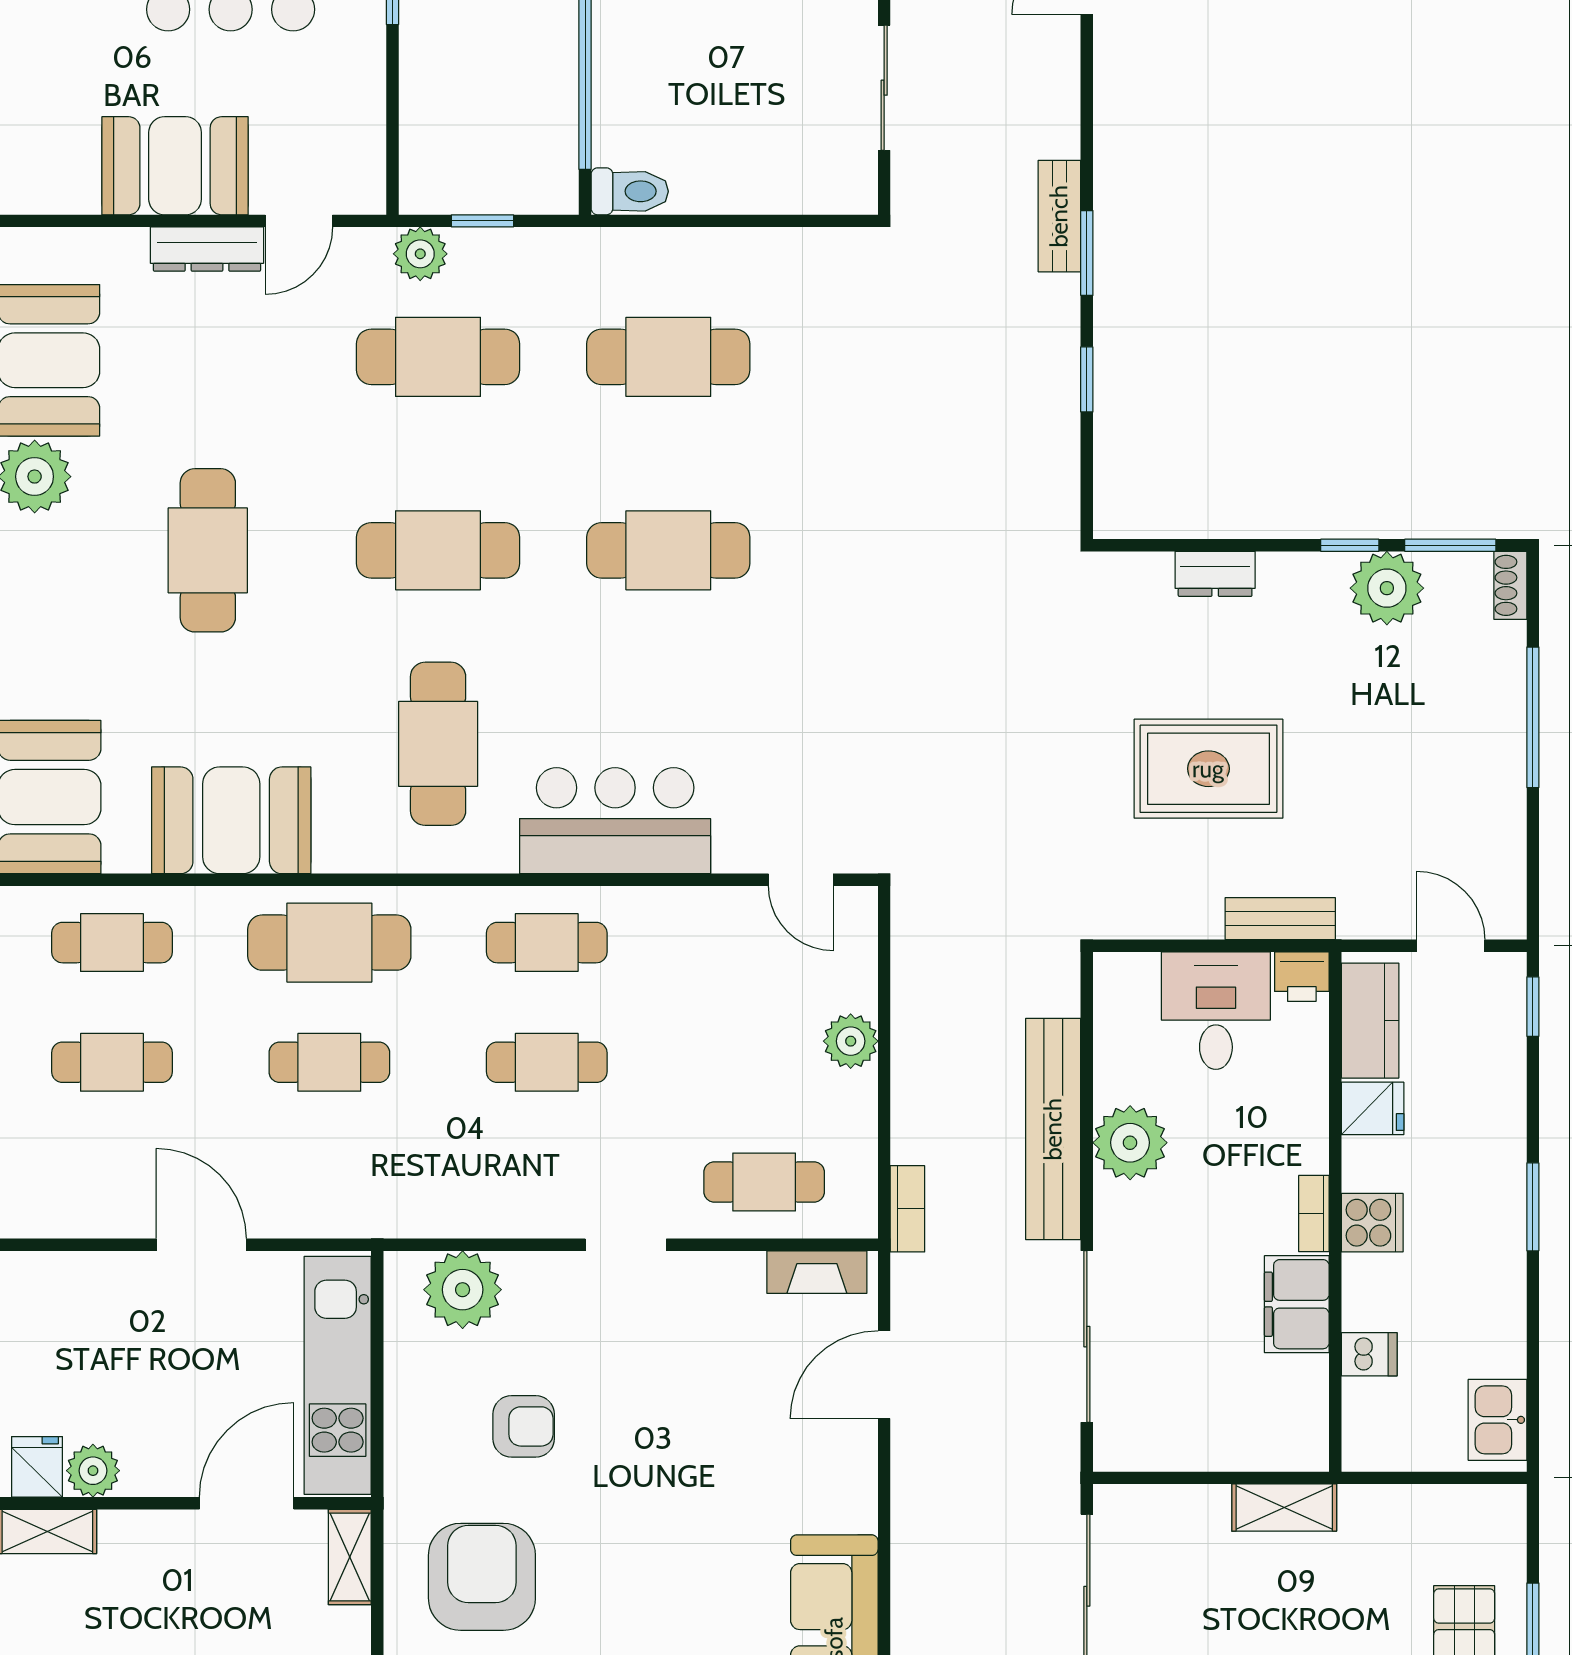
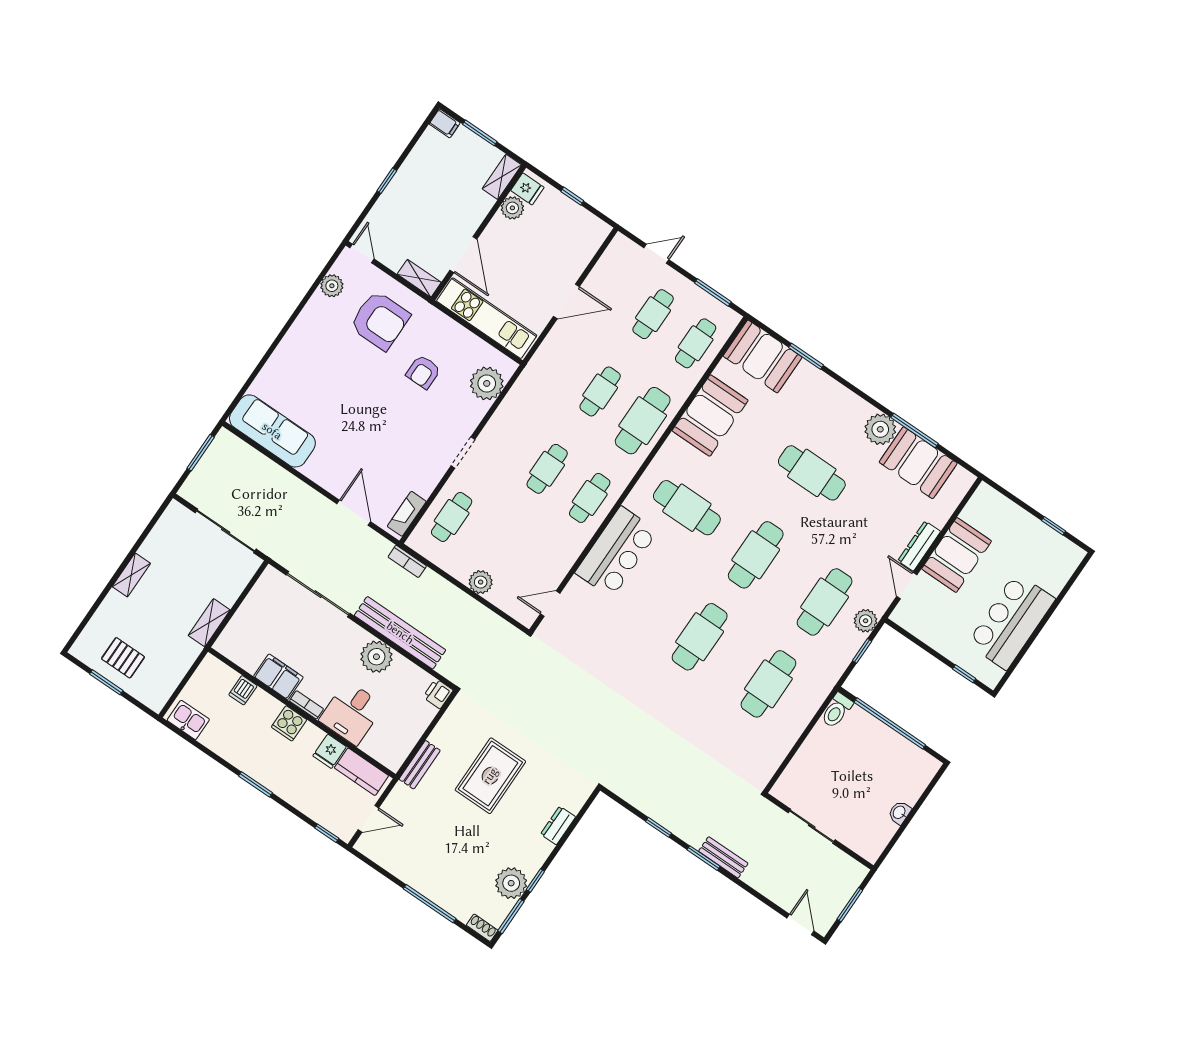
printer: (1302, 977) -> (438, 694), moved
desk: (1216, 1011) -> (351, 713), moved, turned 90

